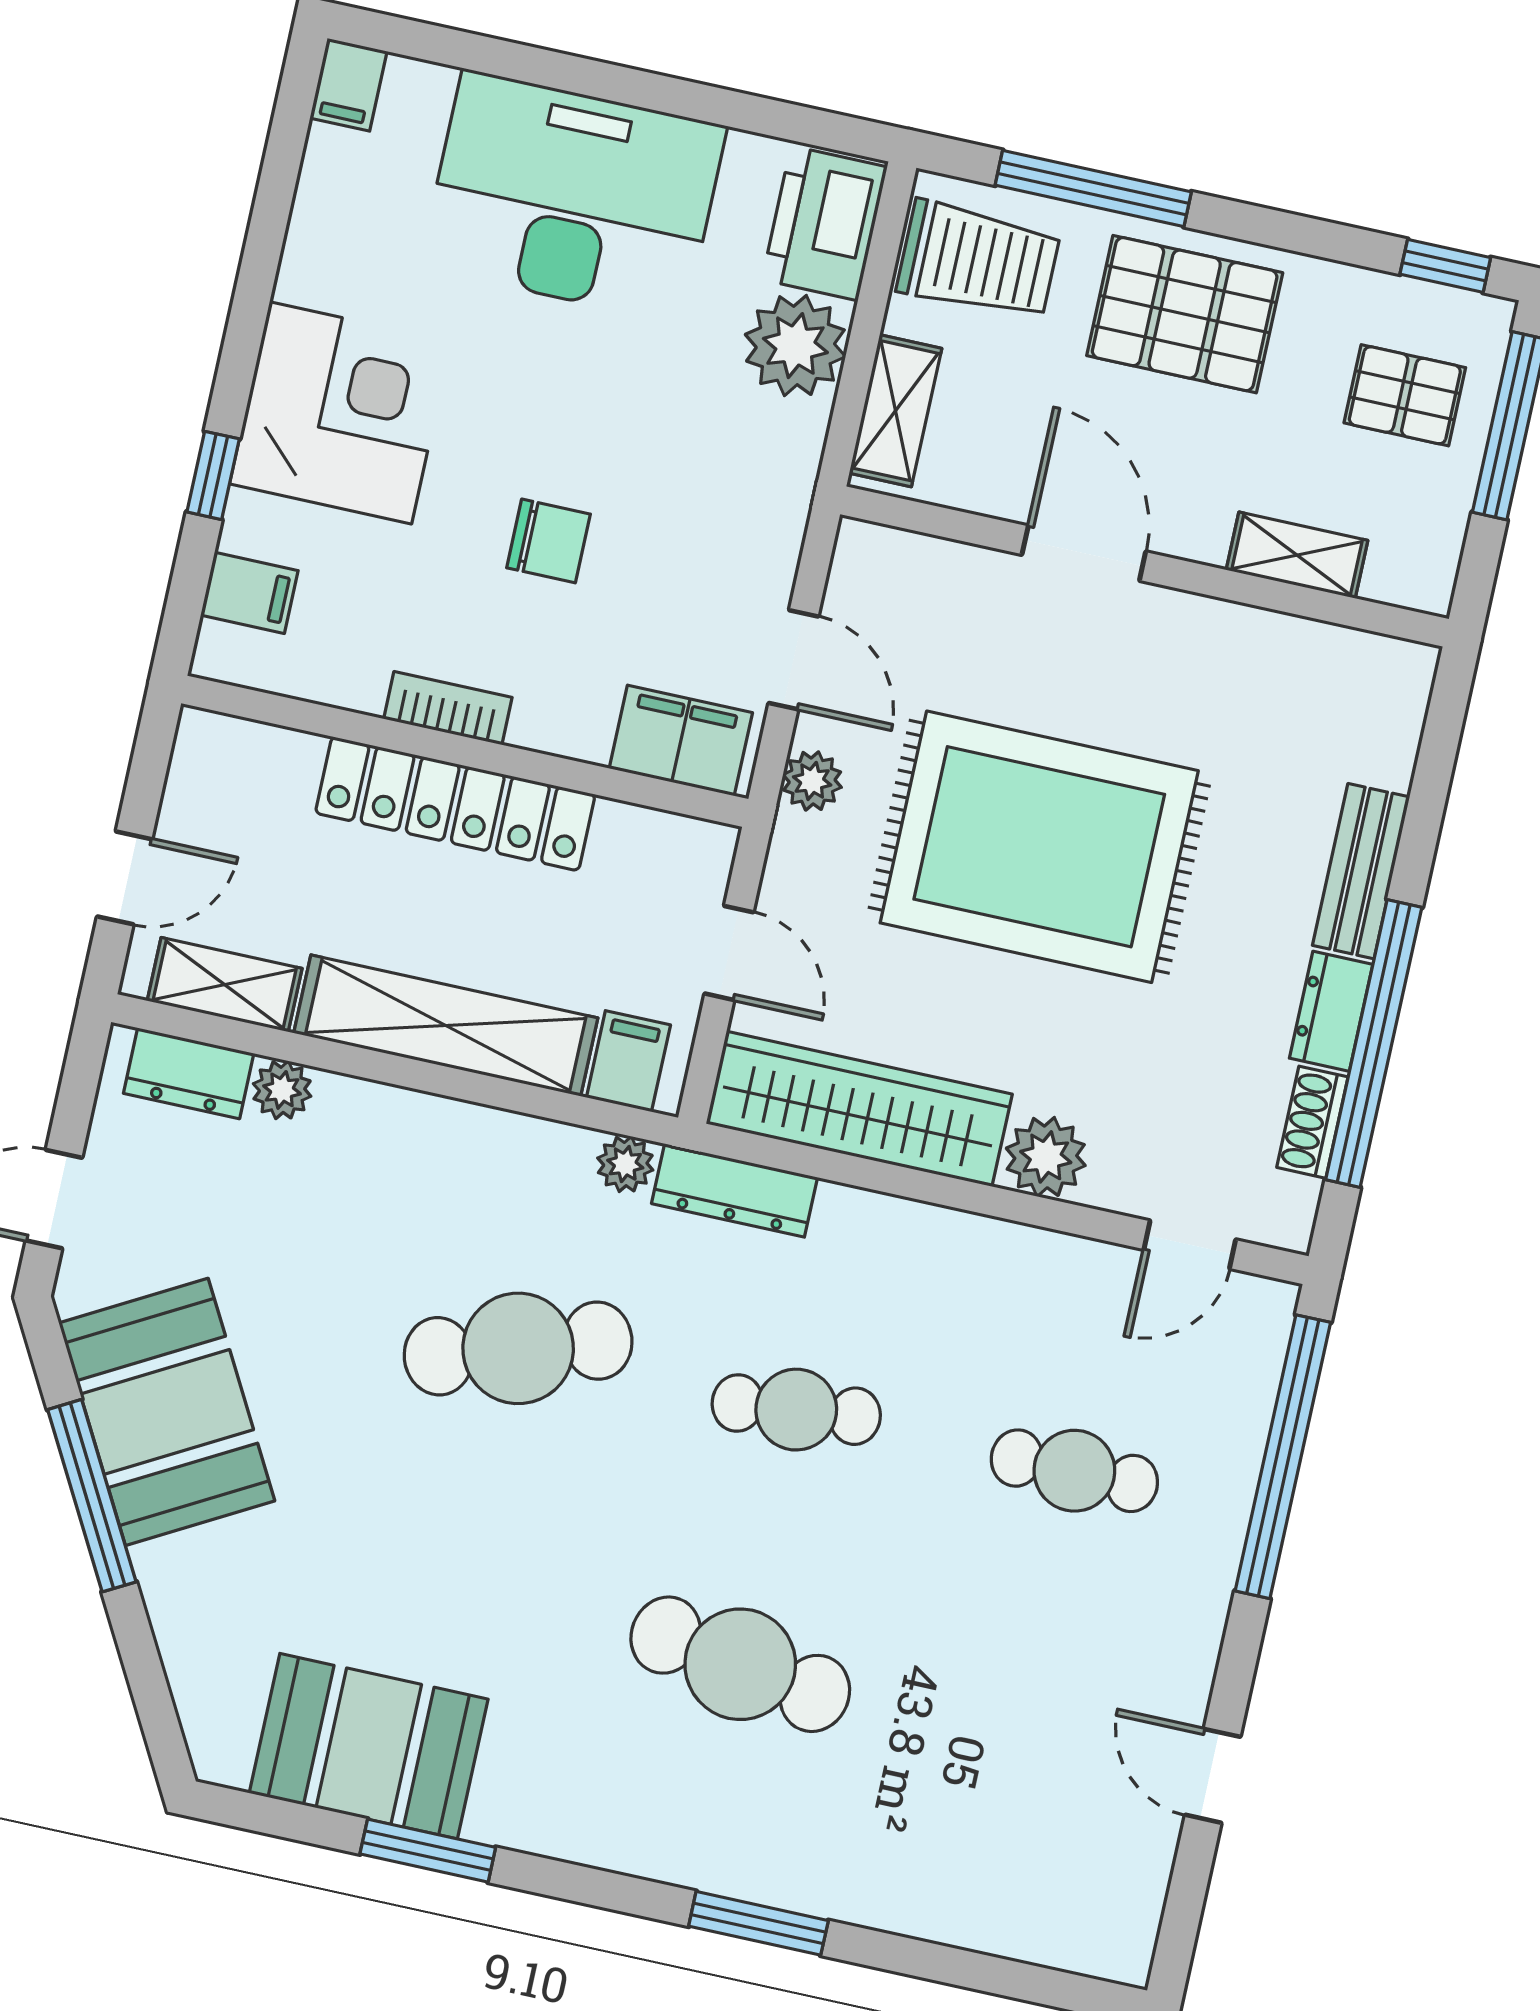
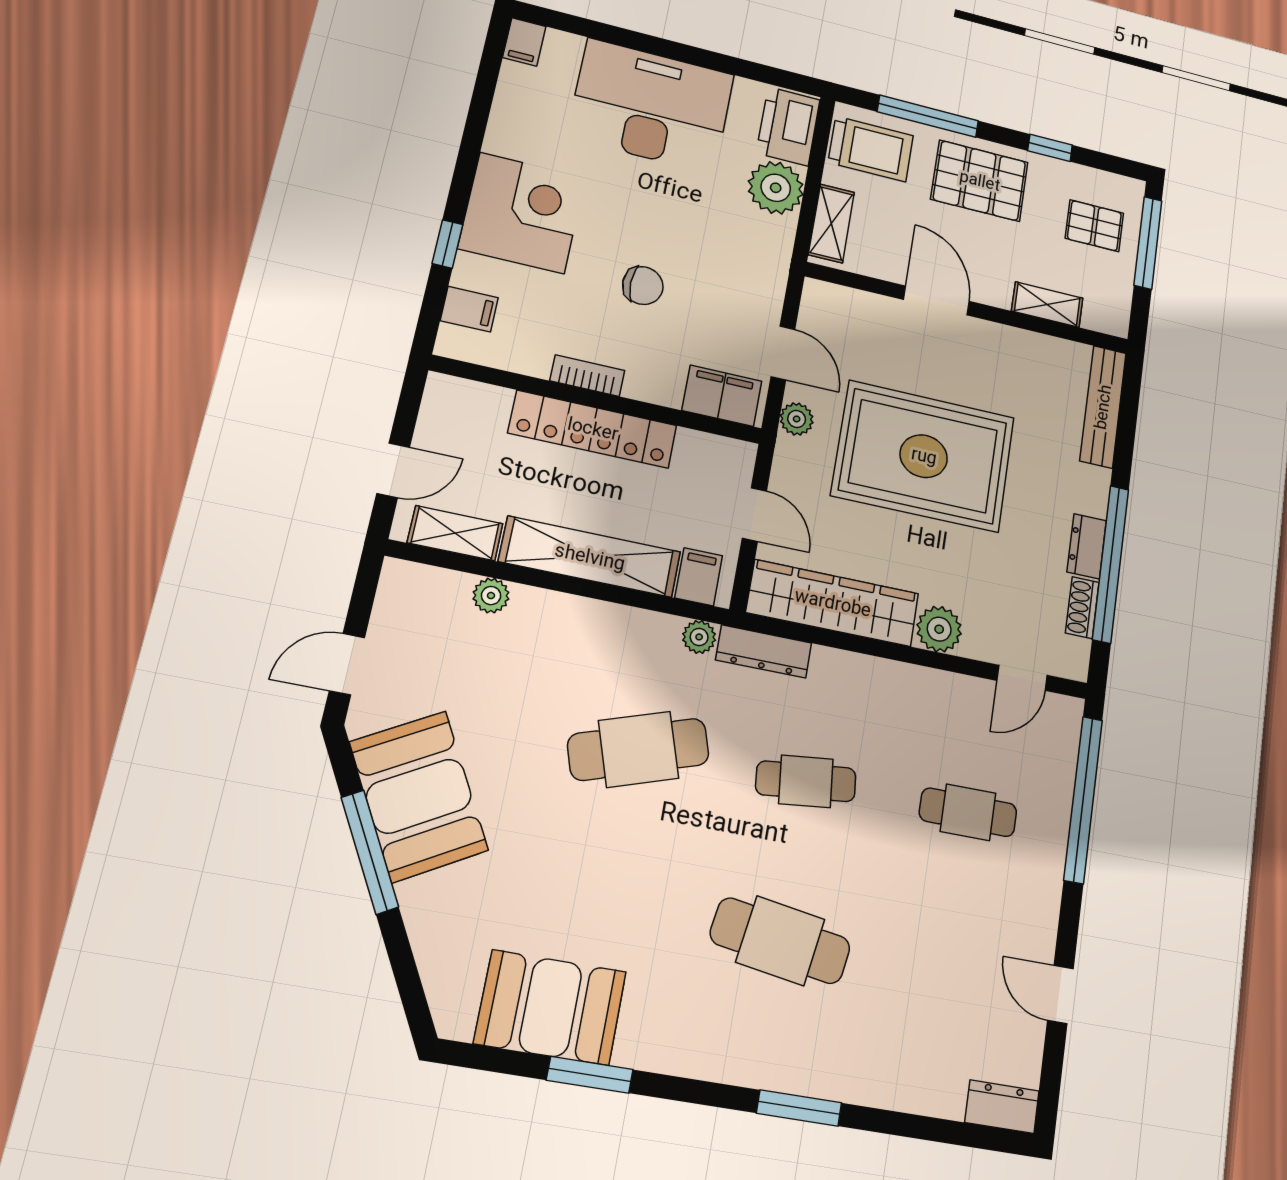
window: (1445, 266) -> (1050, 148), moved
bench: (1361, 871) -> (1103, 407), moved, width x1.36
dresser: (189, 1073) -> (1002, 1107), moved, turned 180

